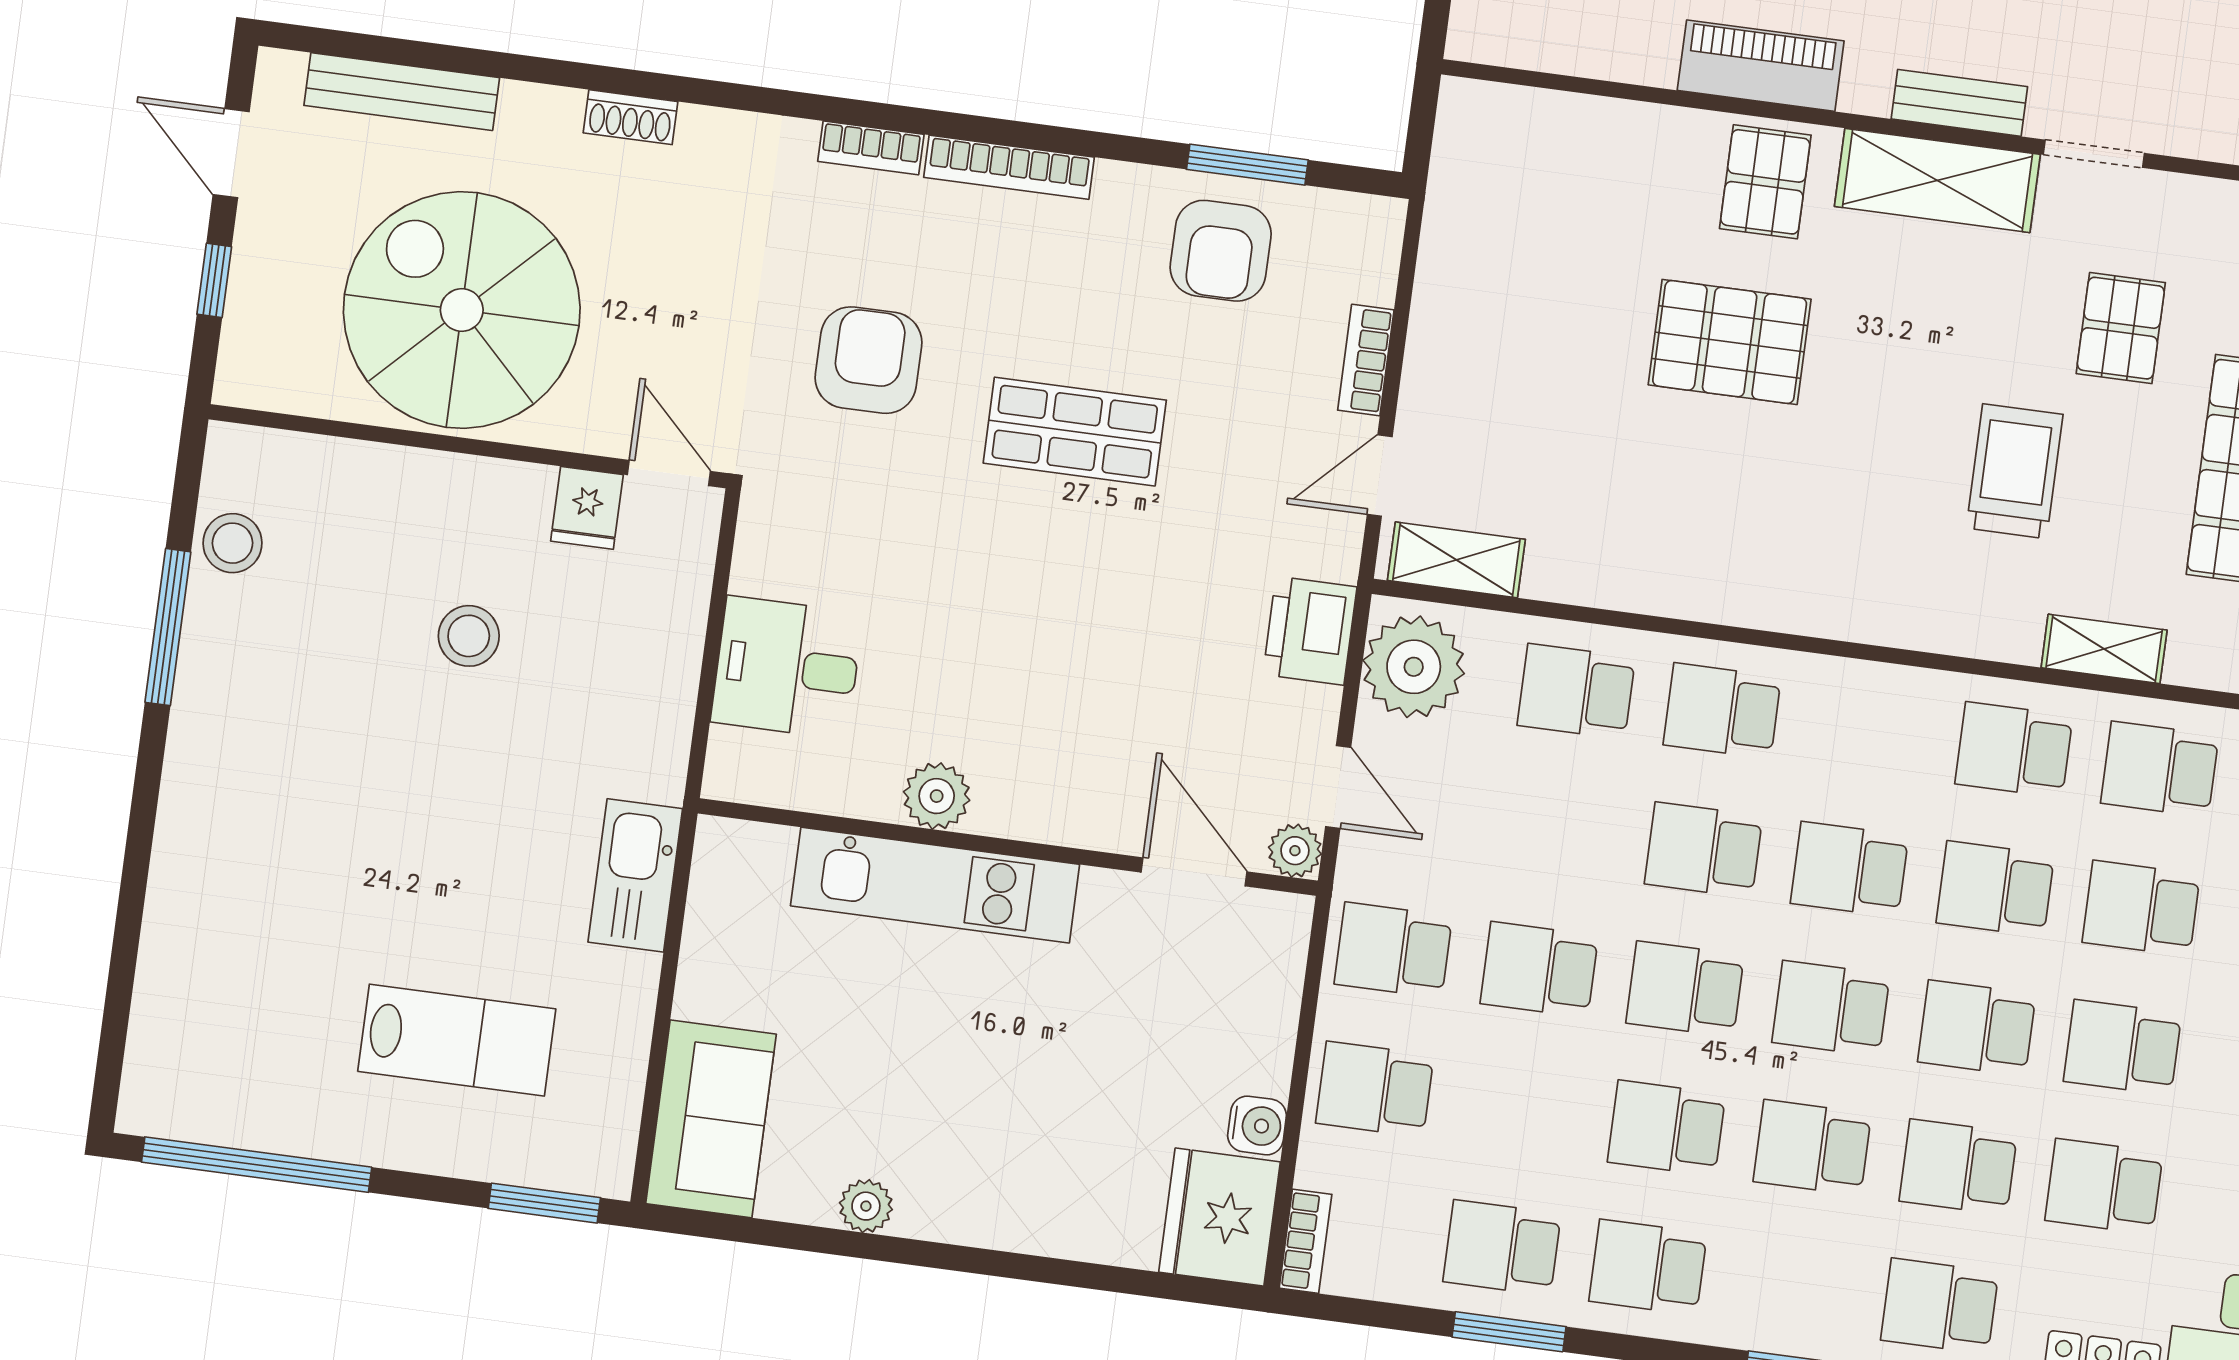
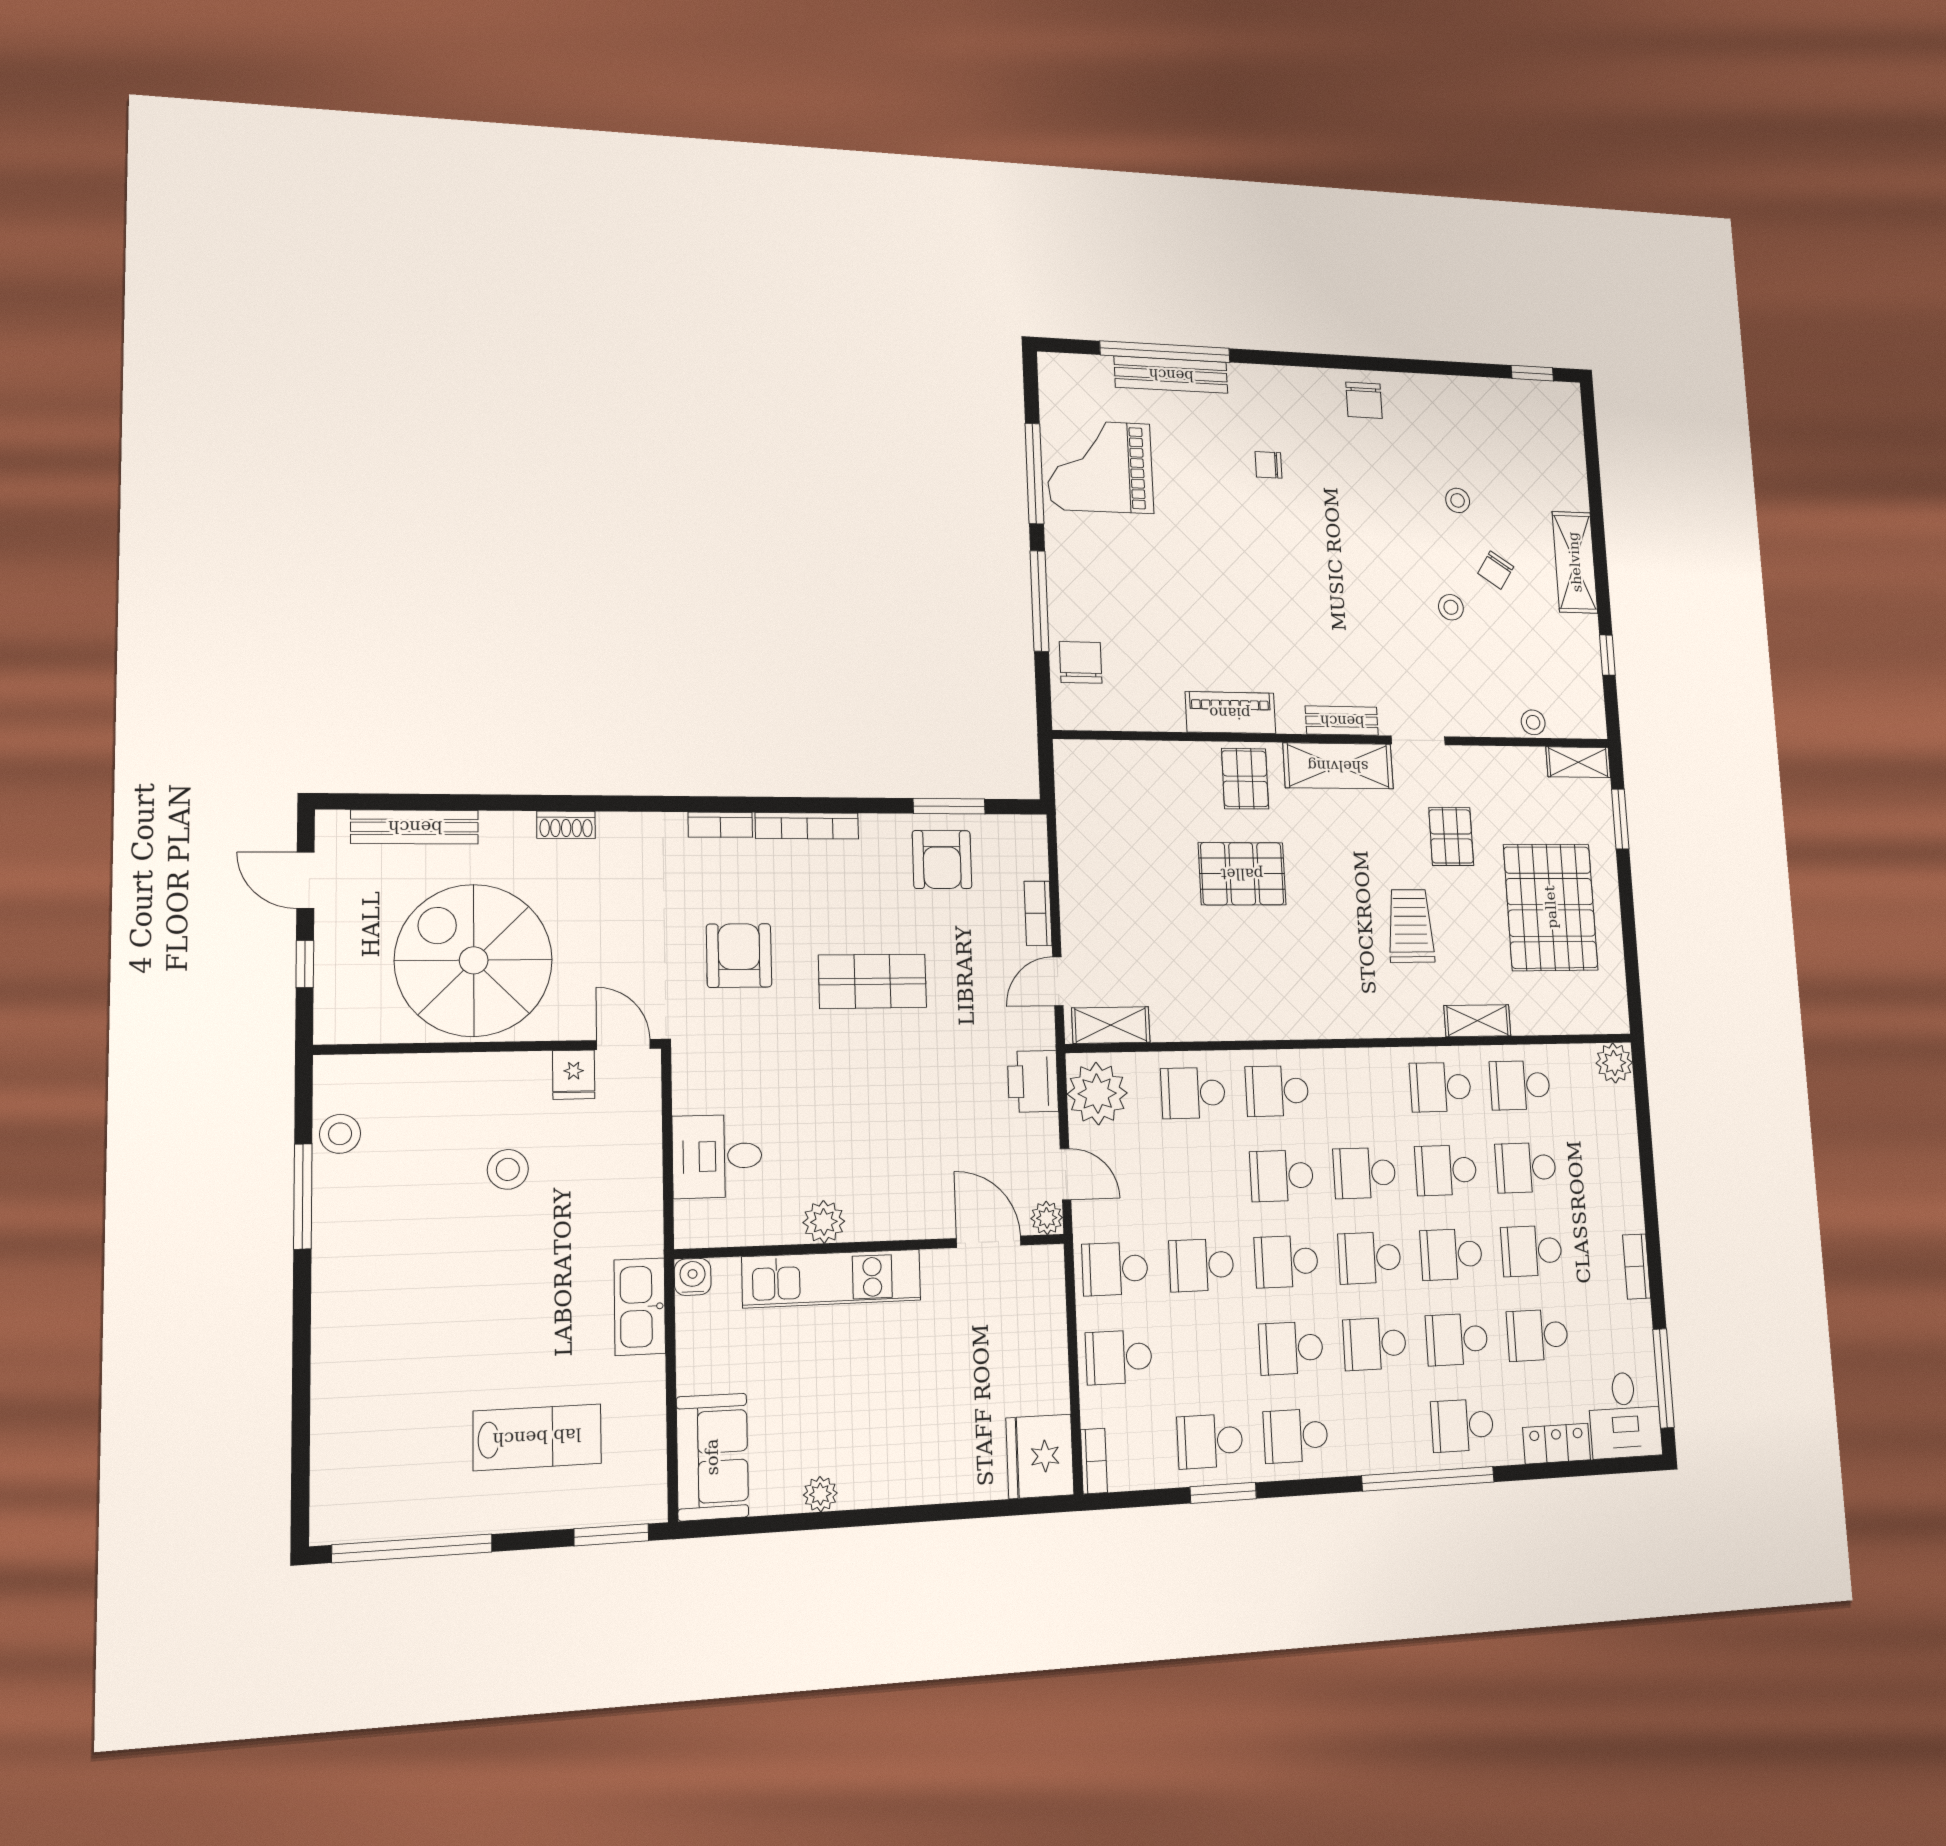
water cooler: (1257, 1125) -> (693, 1277), moved, turned -90

